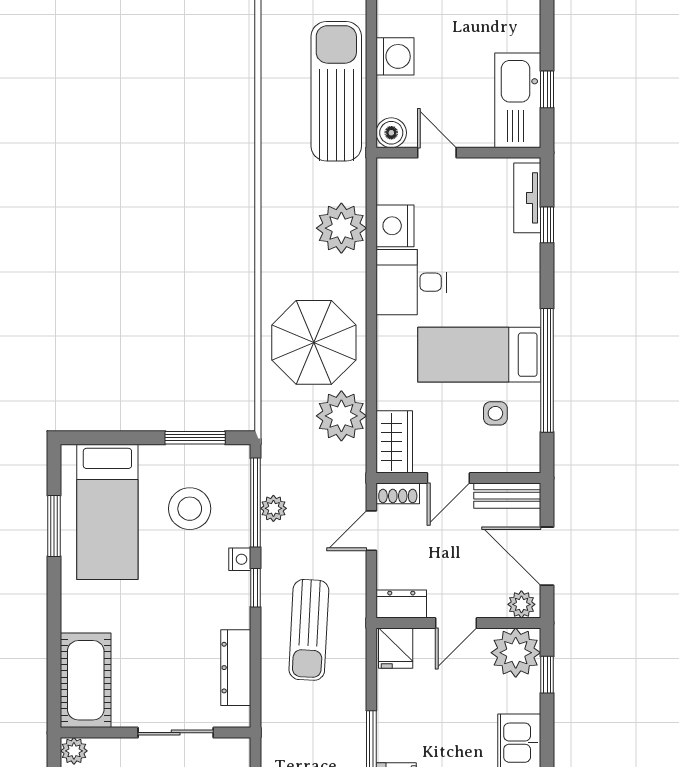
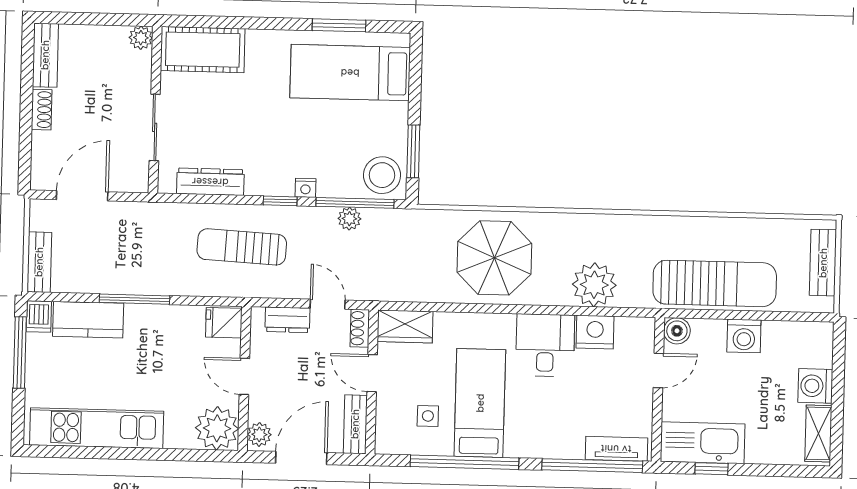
window: (547, 225) -> (592, 466), width x3.17
plant: (341, 416) -> (429, 280), removed
stool: (190, 509) -> (382, 175), moved
dresser: (401, 604) -> (287, 320), moved, turned 90
window: (547, 675) -> (197, 455), removed

